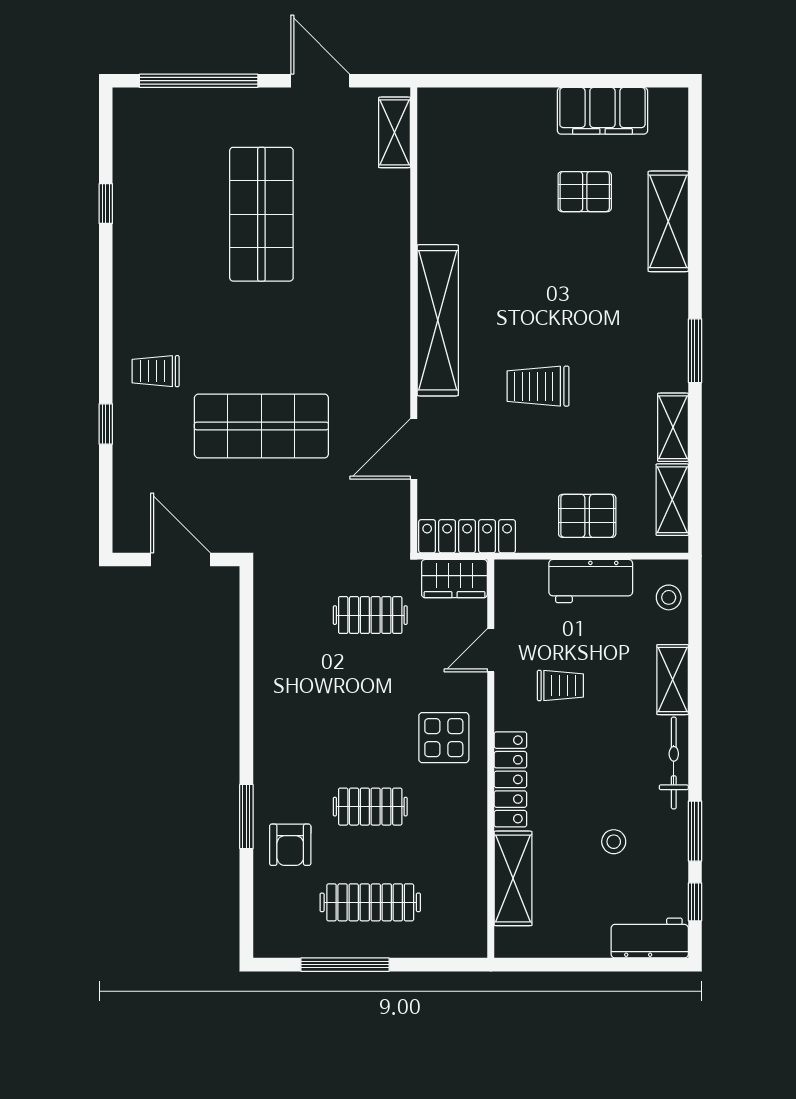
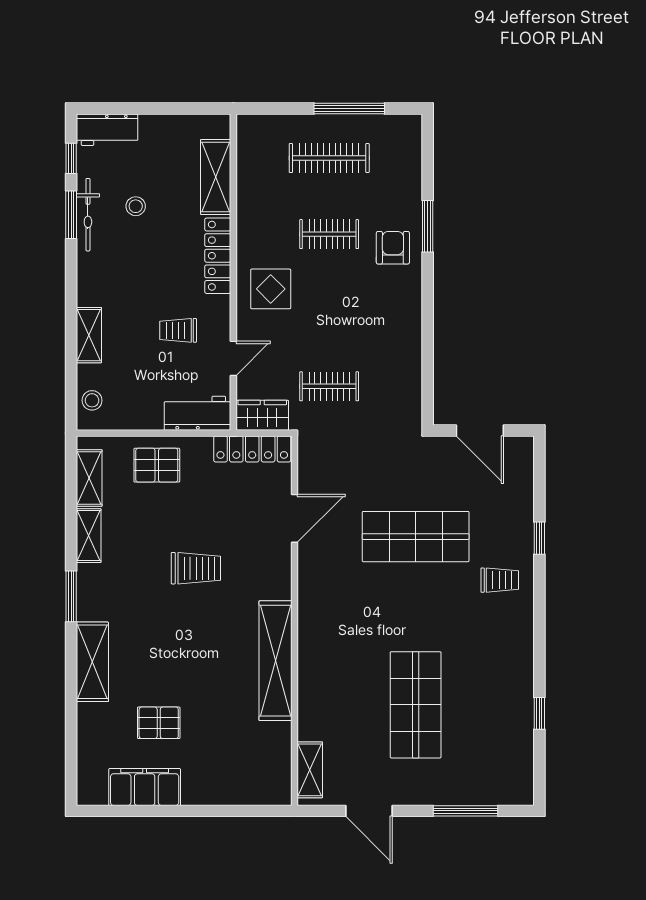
window: (199, 81) -> (465, 811), width x0.68
shelving: (668, 221) -> (92, 662), moved
shelving: (438, 320) -> (276, 661), moved
workbench: (591, 581) -> (198, 413), moved
bicycle: (674, 763) -> (88, 215), moved
armchair: (290, 845) -> (393, 248), moved

